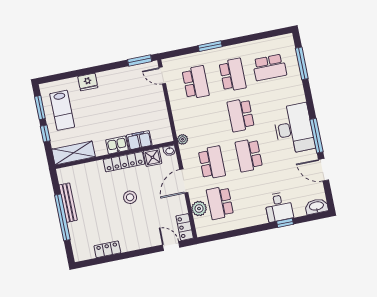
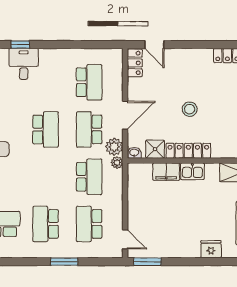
school desk: (241, 115) -> (89, 177), moved
plant: (199, 209) -> (114, 147), moved

